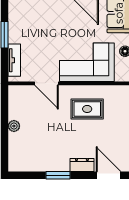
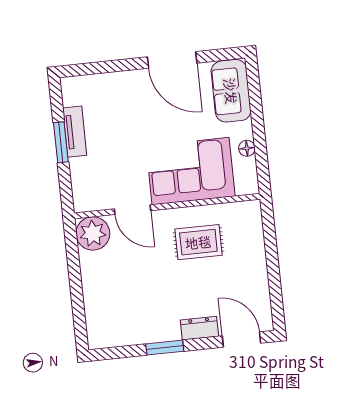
tv unit: (14, 60) -> (75, 132), moved
plant: (14, 126) -> (93, 233), moved, width x1.87, depth x1.87

